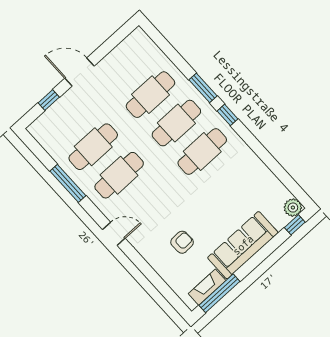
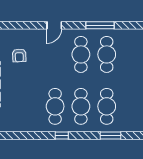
window: (203, 88) -> (111, 135), moved

